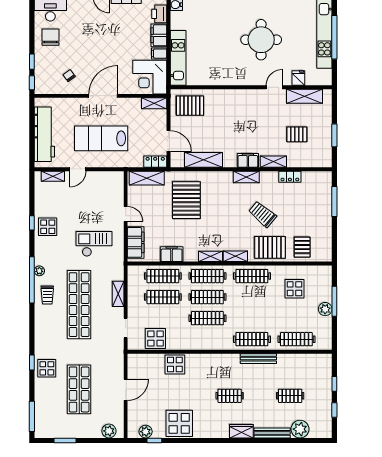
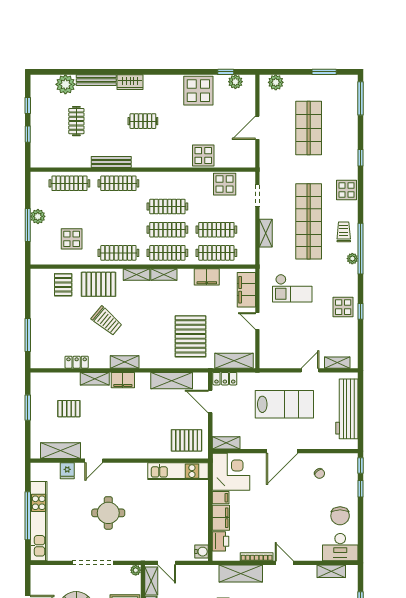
round table: (261, 40) -> (108, 513), width x0.73, depth x0.73
kitchen unit: (178, 58) -> (178, 471), moved, turned -90
display table: (47, 368) -> (347, 190), moved
clothes rail: (290, 396) -> (76, 121), turned 90

